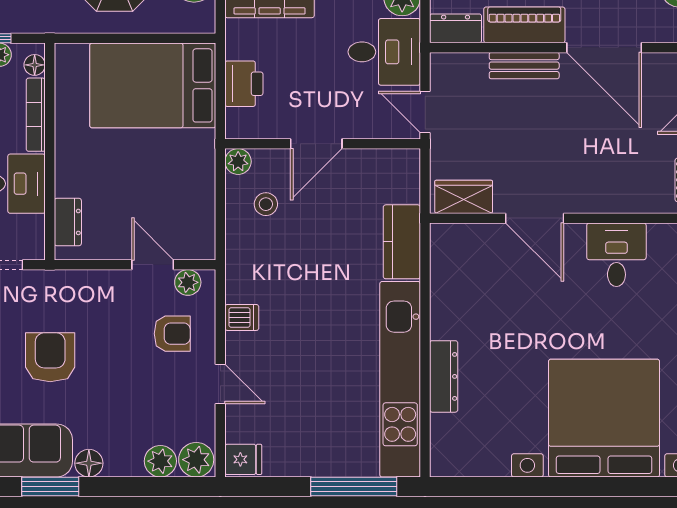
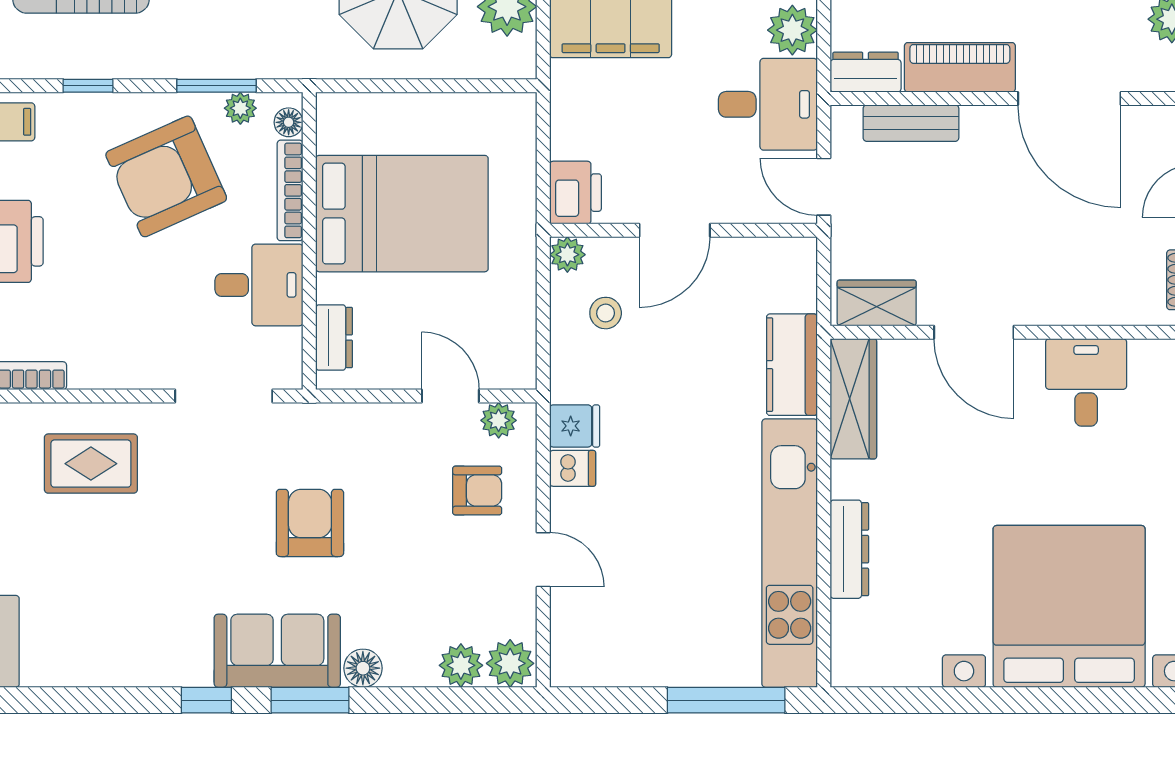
bench: (524, 66) -> (911, 123), moved
printer: (244, 84) -> (575, 193), moved
bed: (153, 85) -> (402, 214), moved, turned 180
wardrobe: (447, 267) -> (853, 399), added
fridge: (243, 459) -> (575, 426), moved

